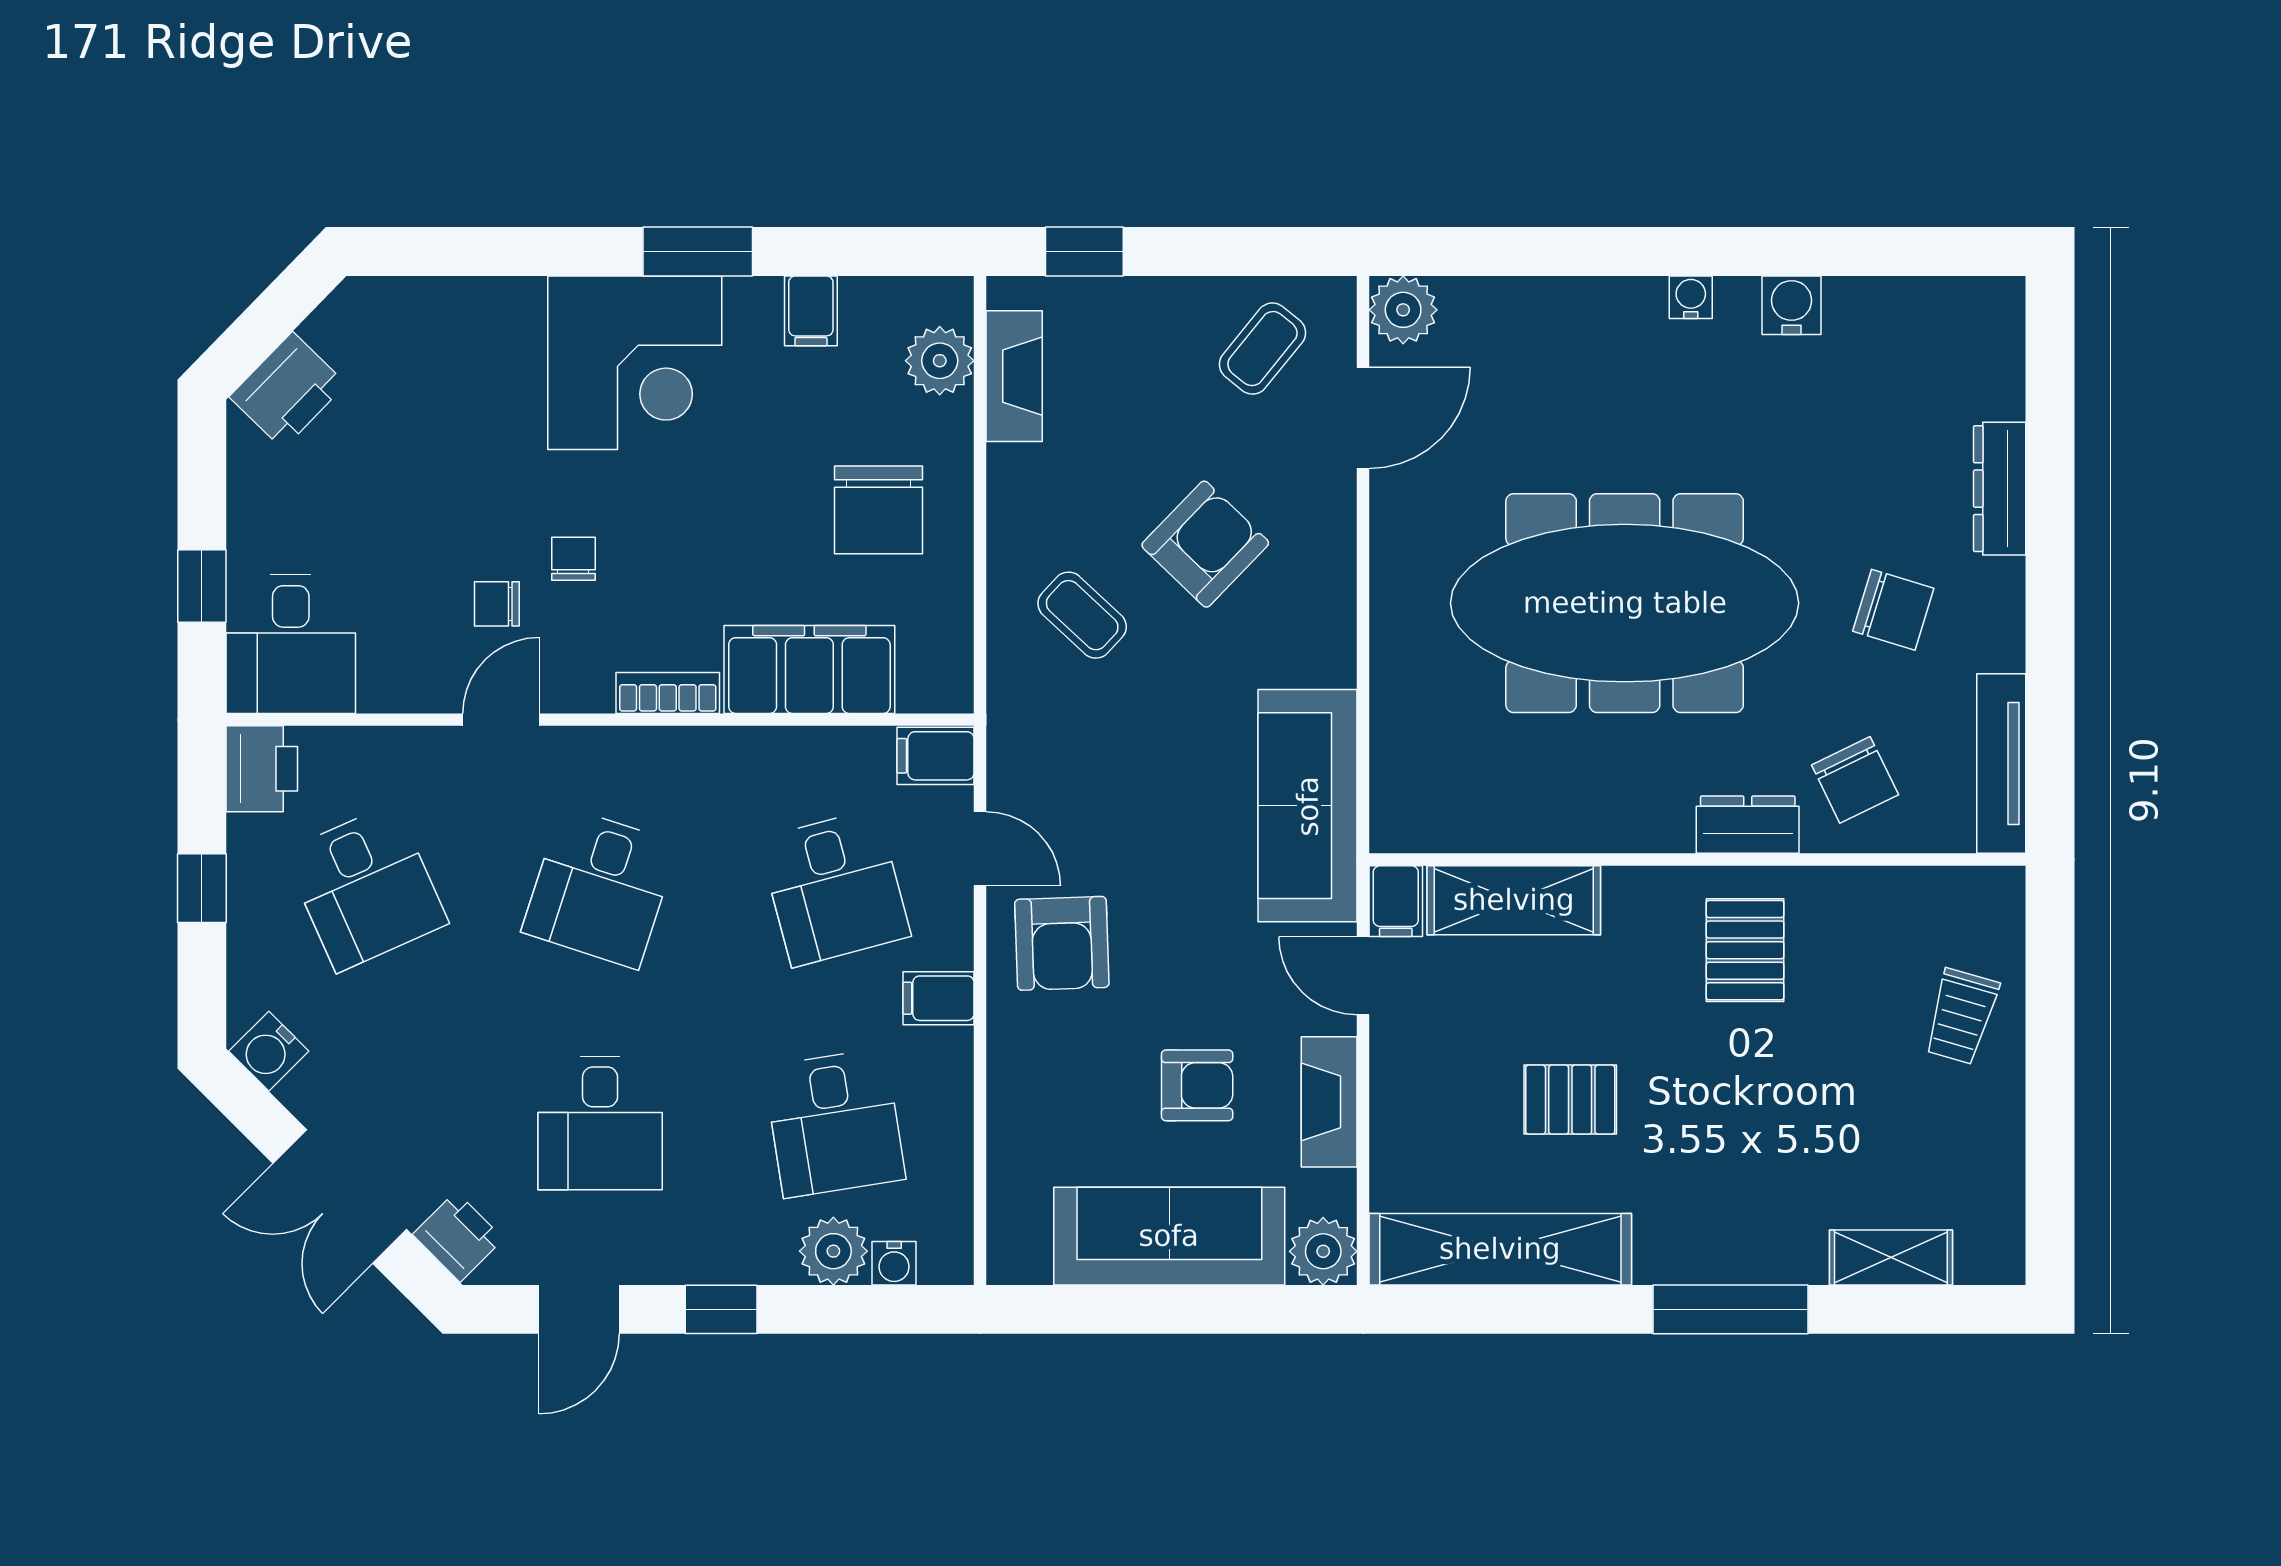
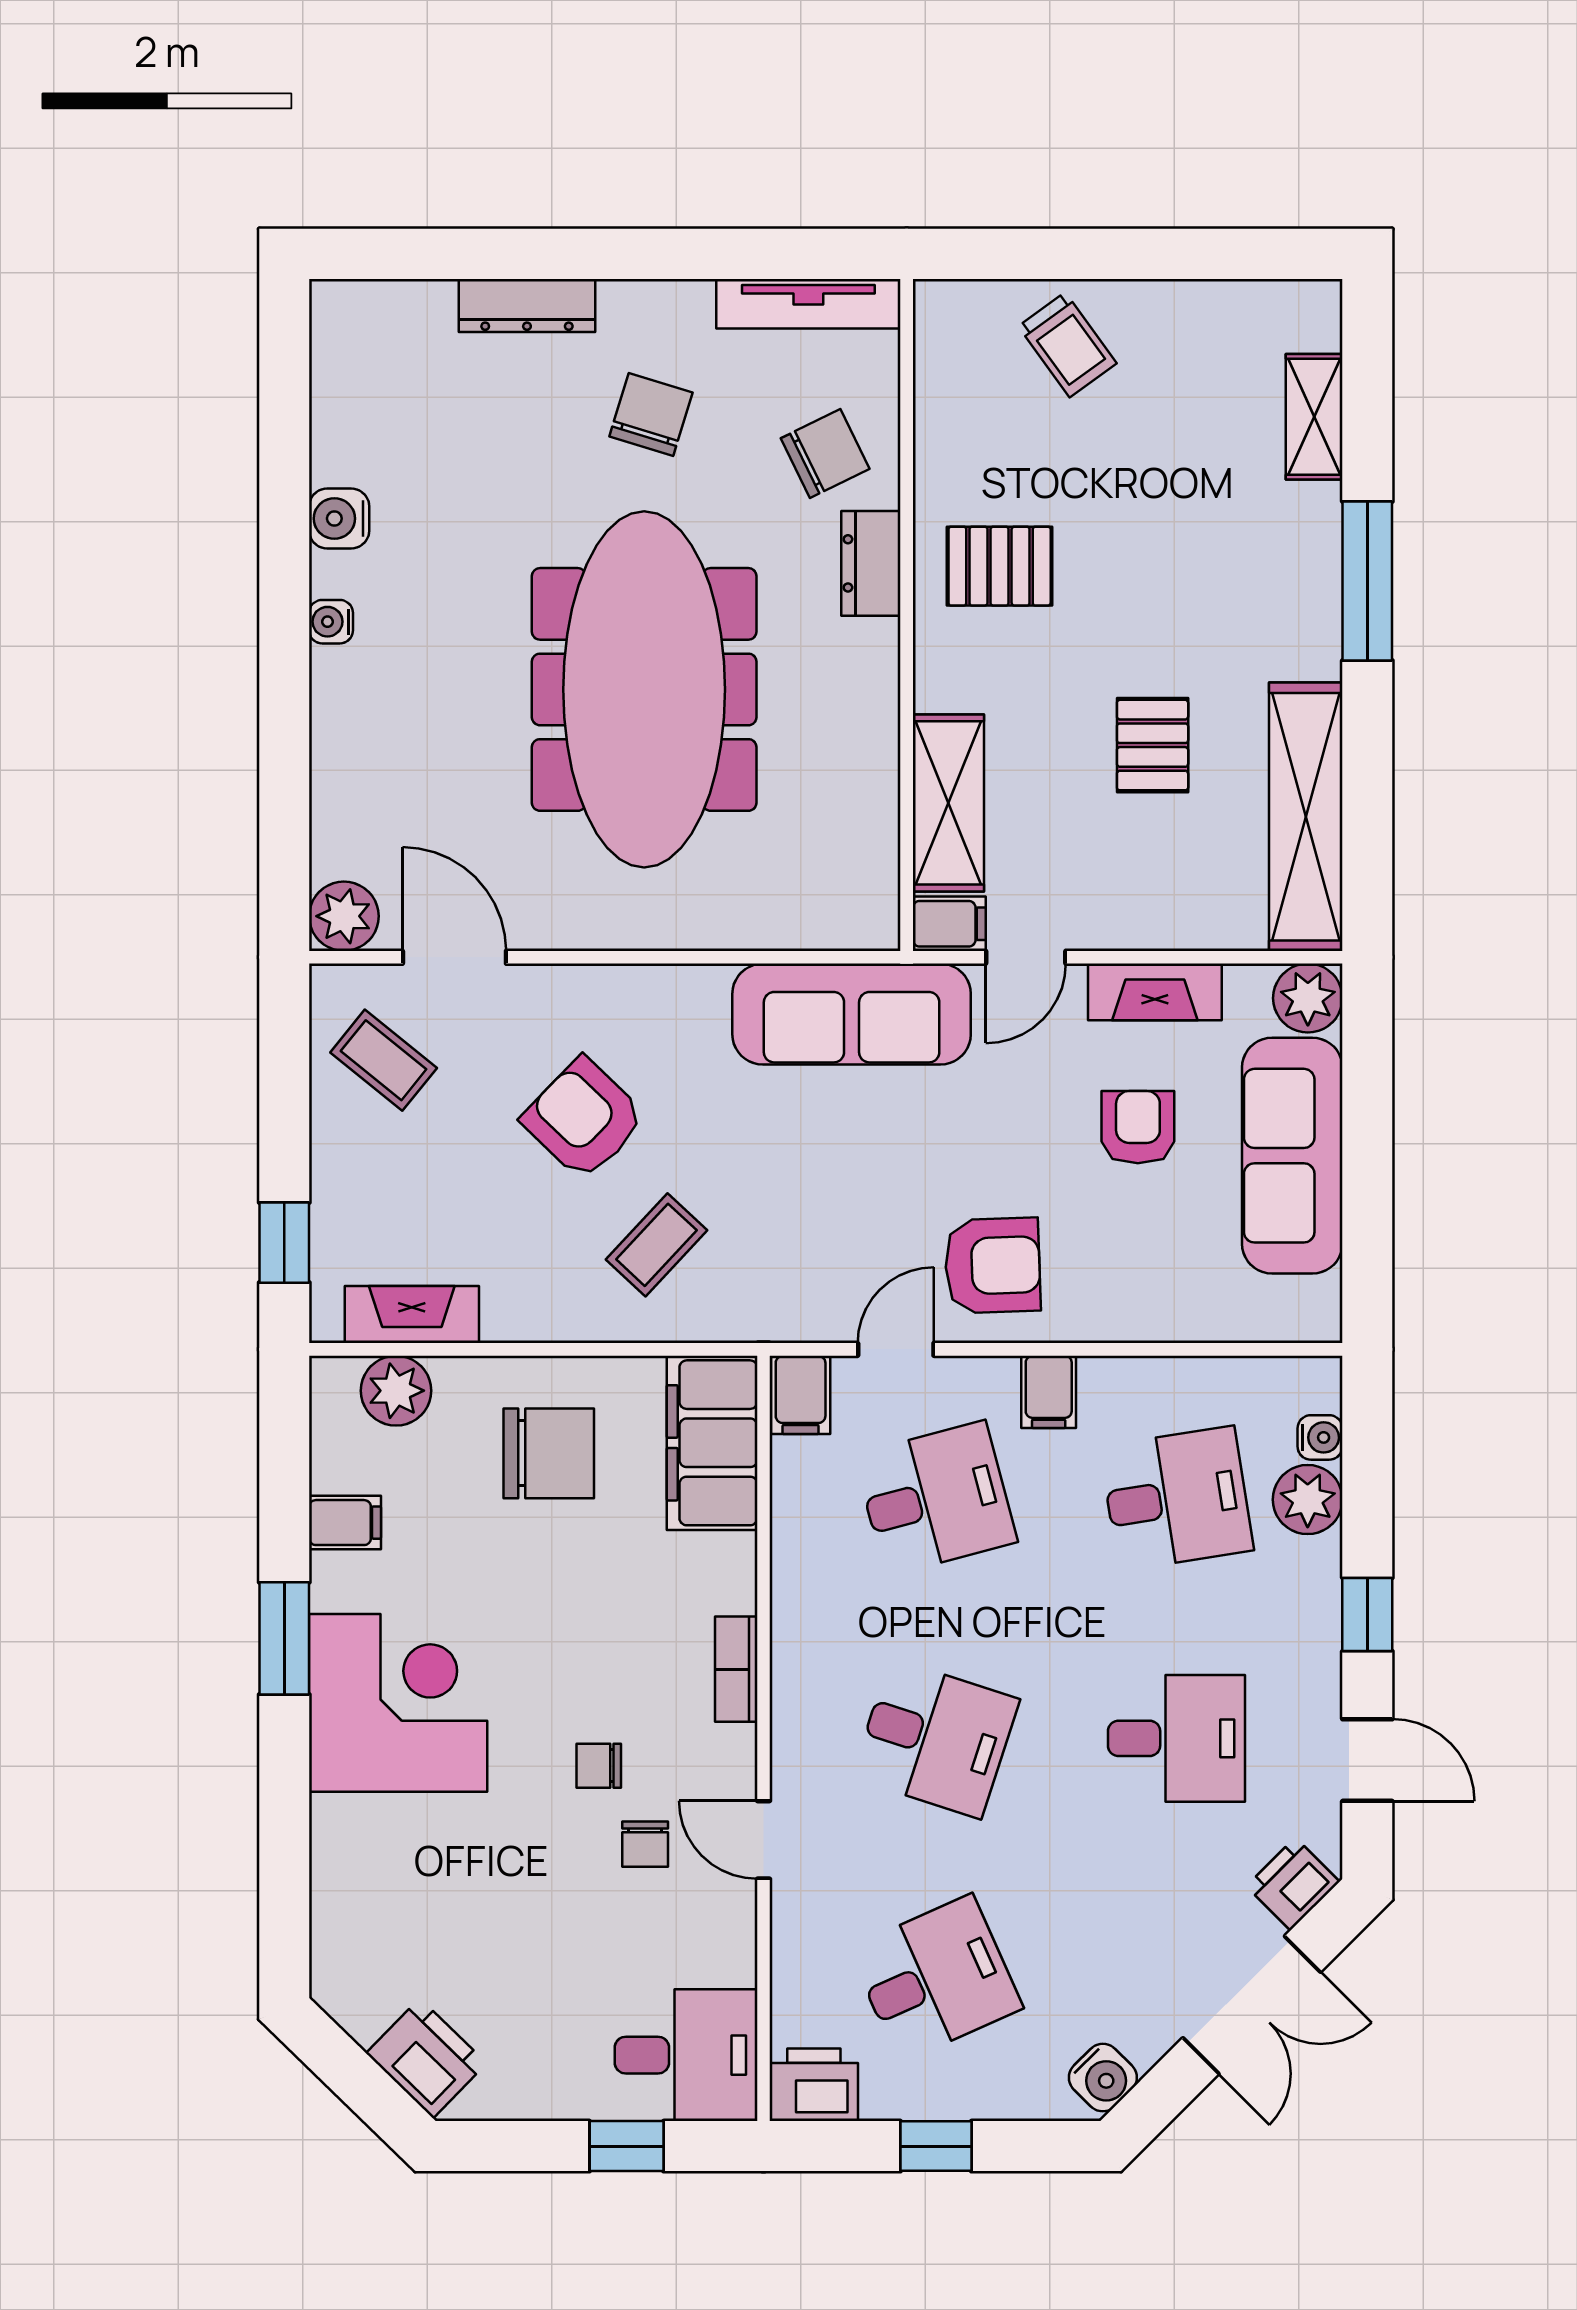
filing cabinet: (809, 669) -> (712, 1443), moved
trolley: (1961, 1016) -> (1067, 345), turned 38

